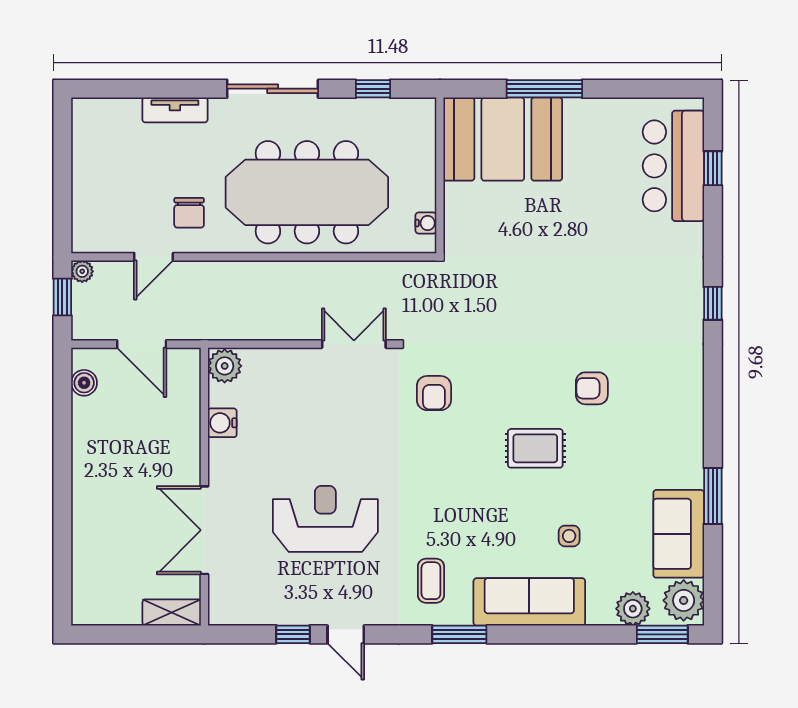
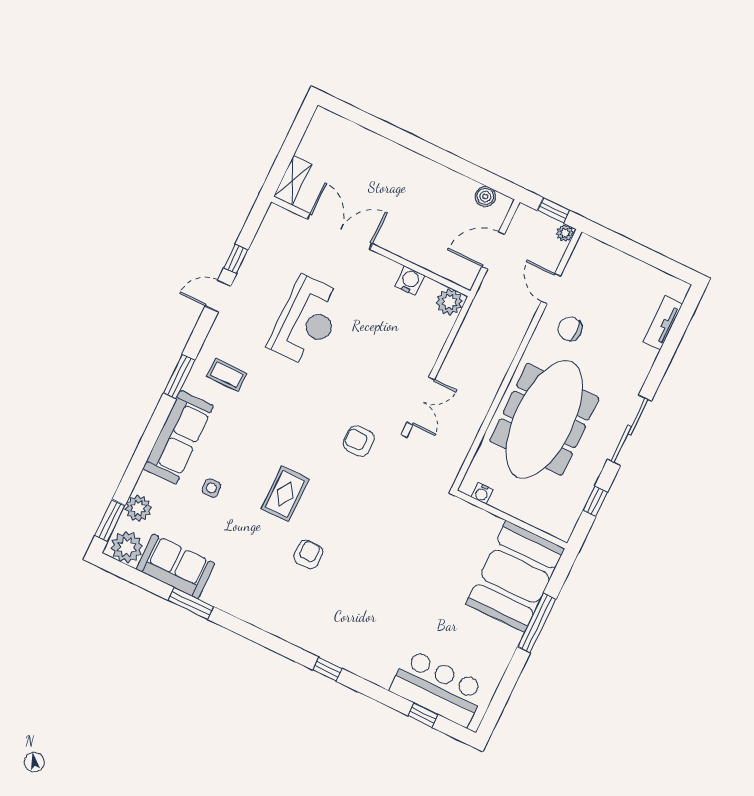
tv unit: (175, 110) -> (663, 323), moved

